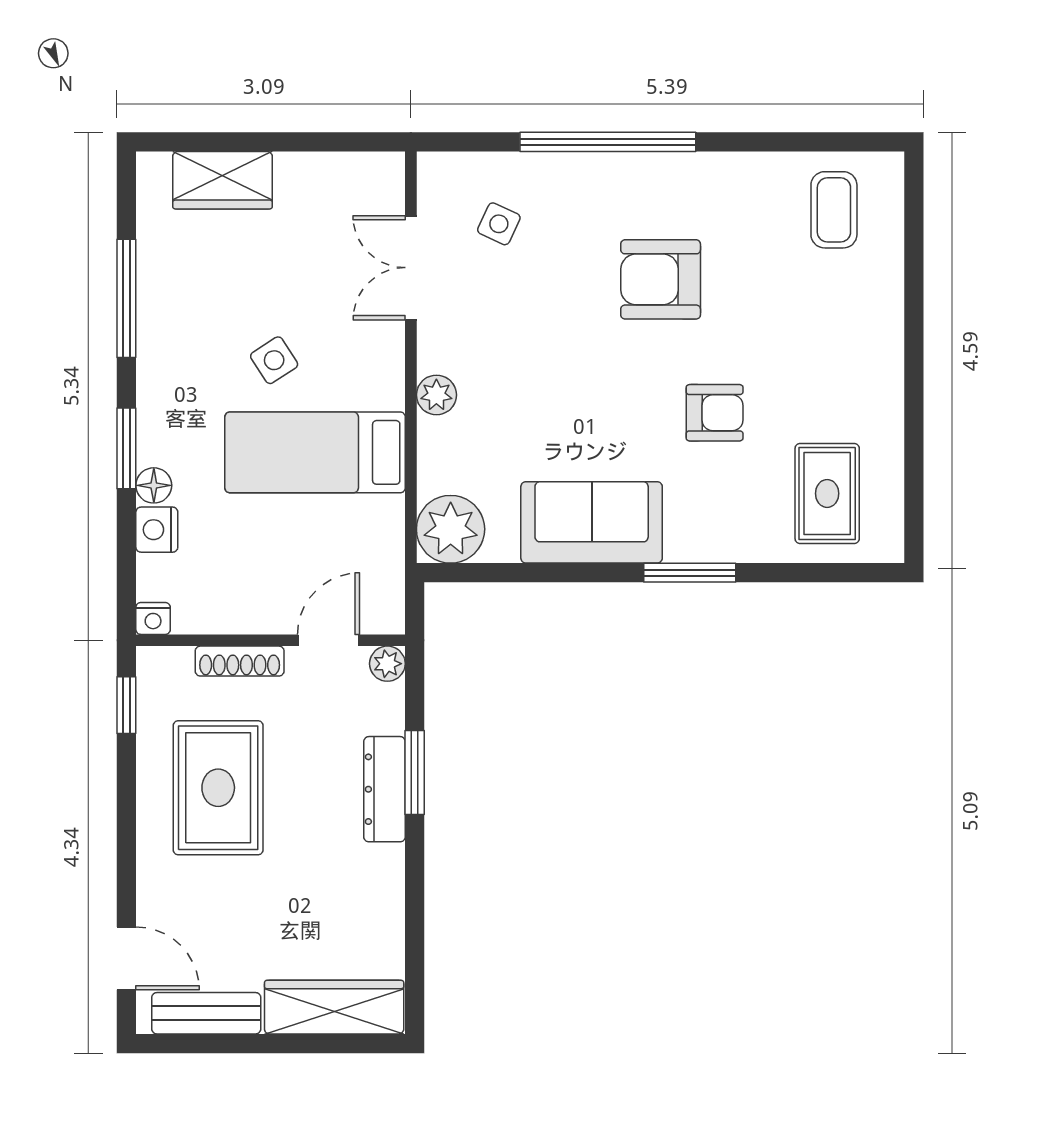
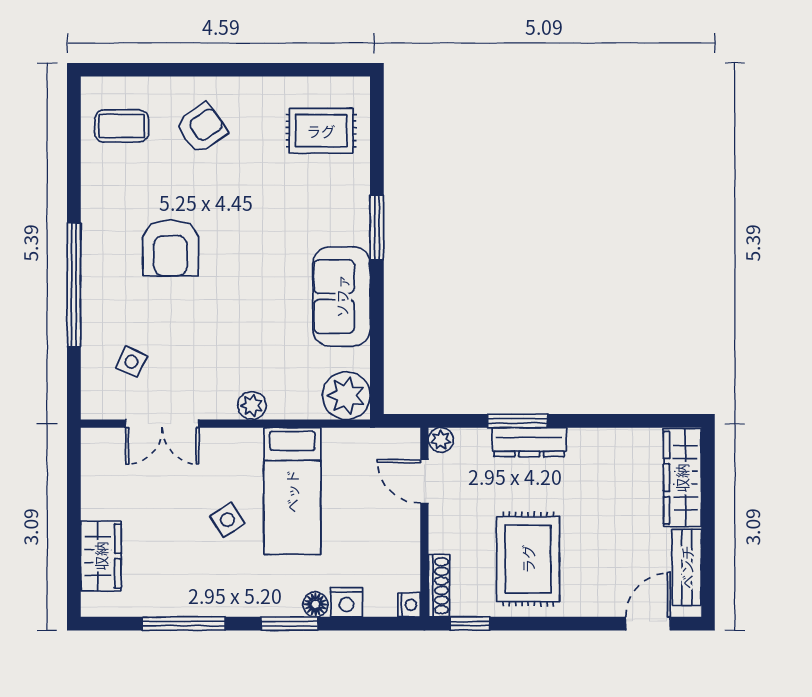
armchair: (715, 413) -> (202, 128), moved, turned 55
shoe rack: (240, 661) -> (439, 586), moved
rug: (218, 788) -> (528, 559), turned 90

